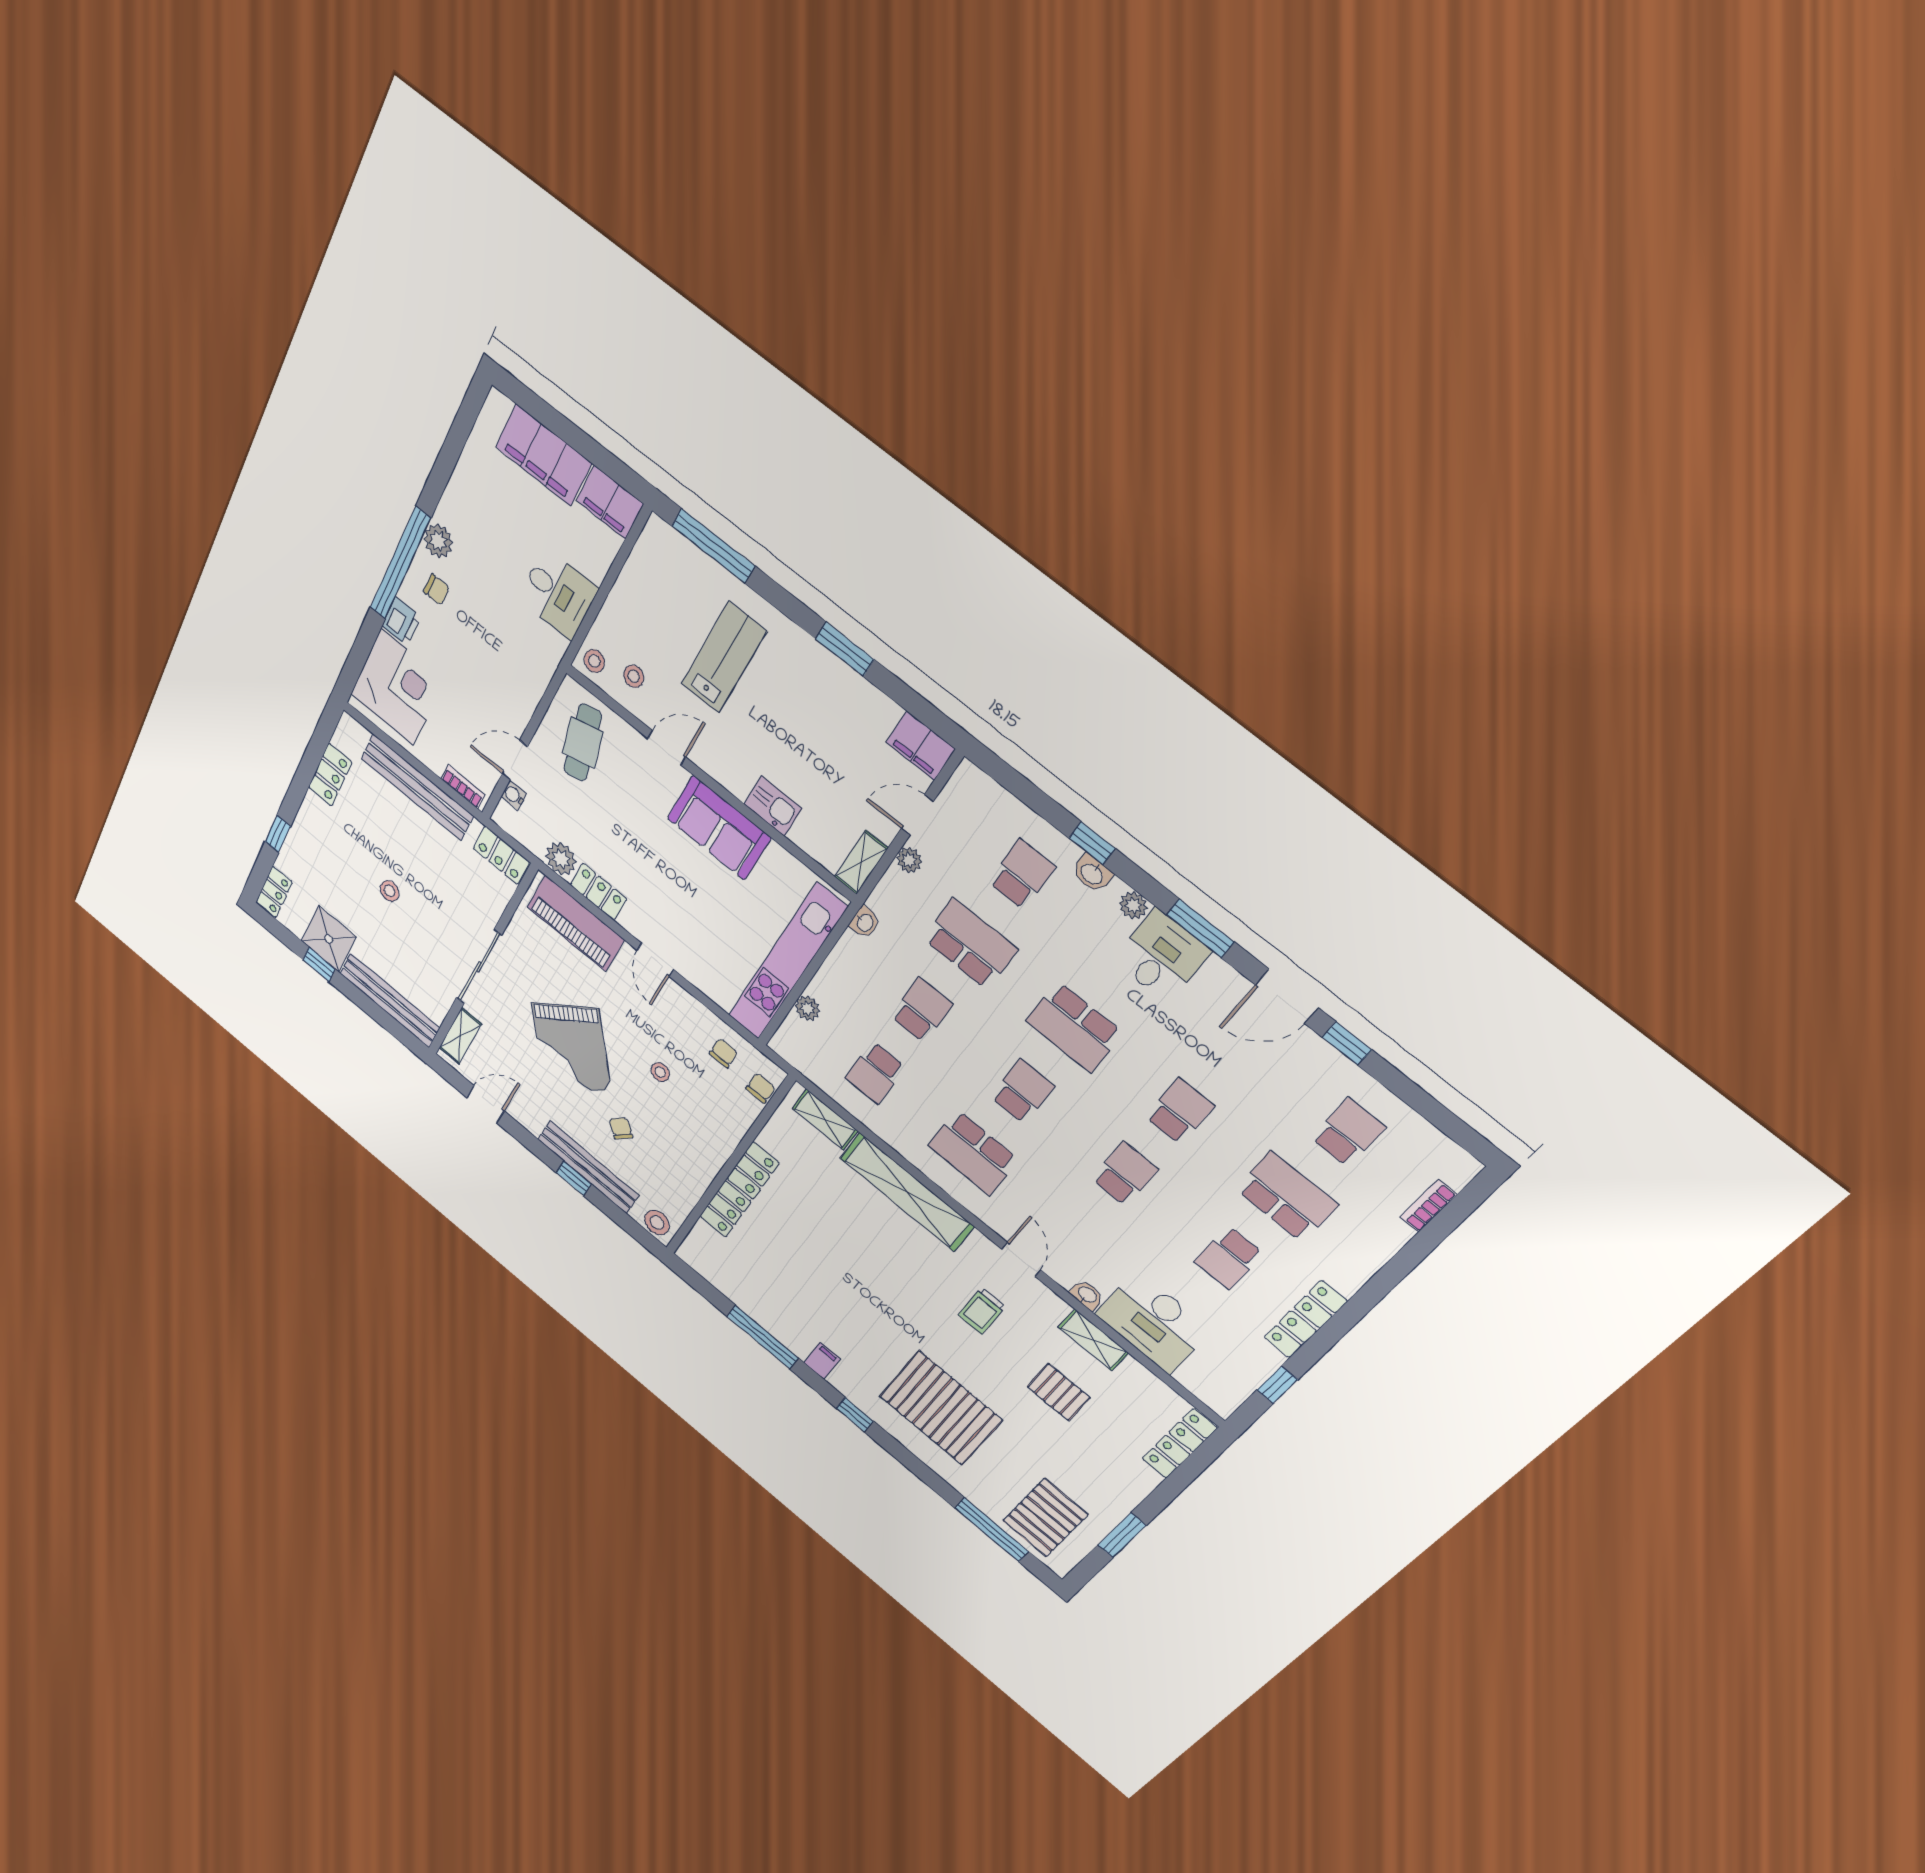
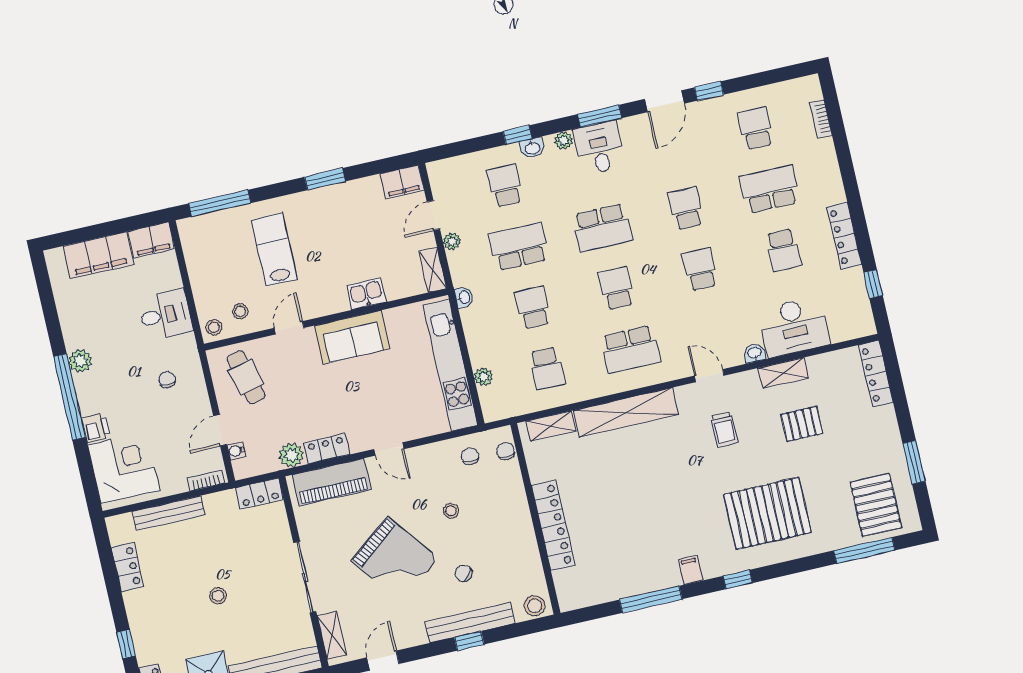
chair: (436, 590) -> (167, 380), moved, turned -90
bench: (417, 787) -> (169, 513), width x0.73, depth x0.82

